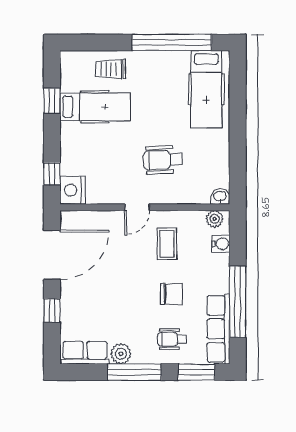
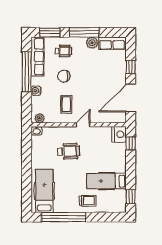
trolley: (111, 69) -> (88, 201), moved
window: (52, 101) -> (131, 197), moved
water cooler: (221, 244) -> (36, 91), moved

